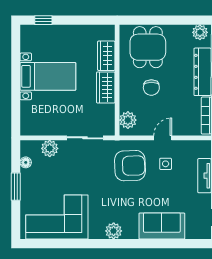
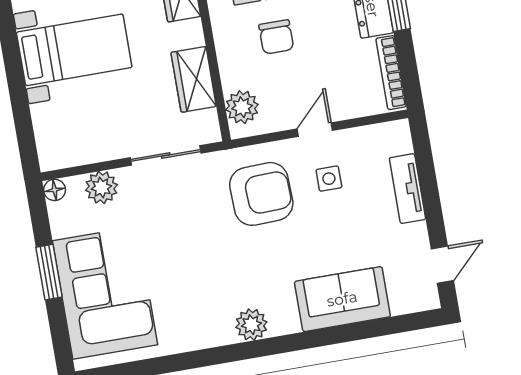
wardrobe: (106, 87) -> (194, 79), moved
floor lamp: (26, 162) -> (55, 190), moved
corner sofa: (57, 217) -> (105, 293), moved, turned 90

